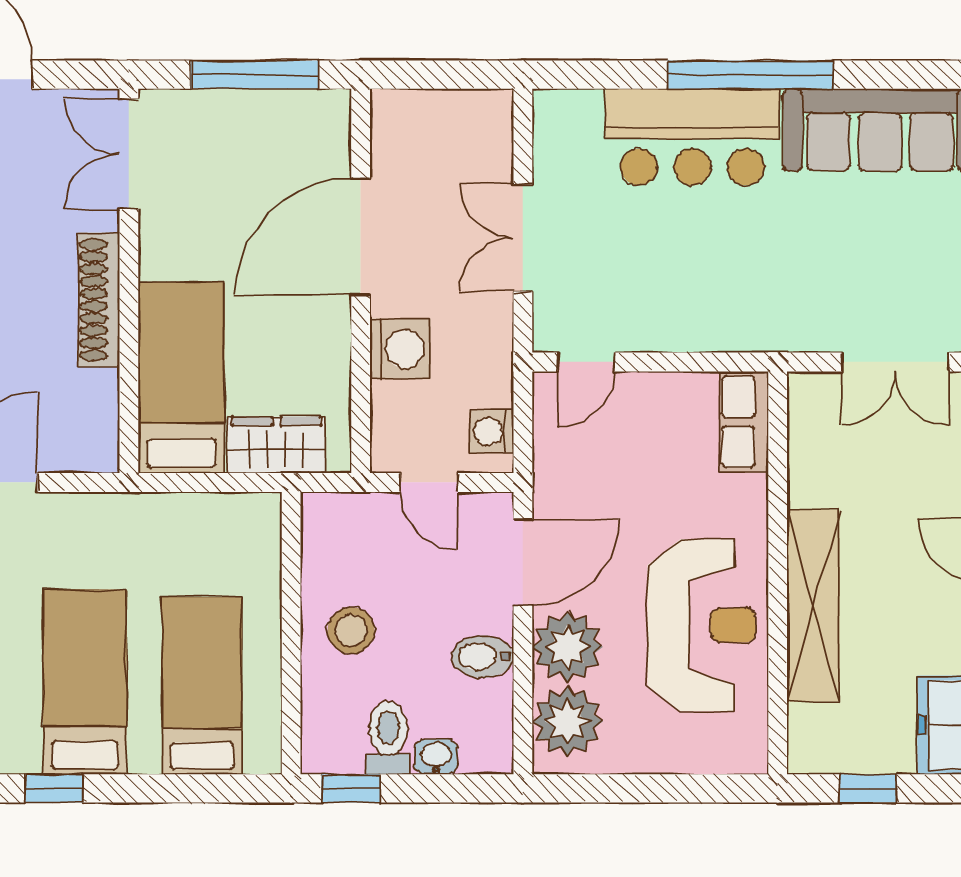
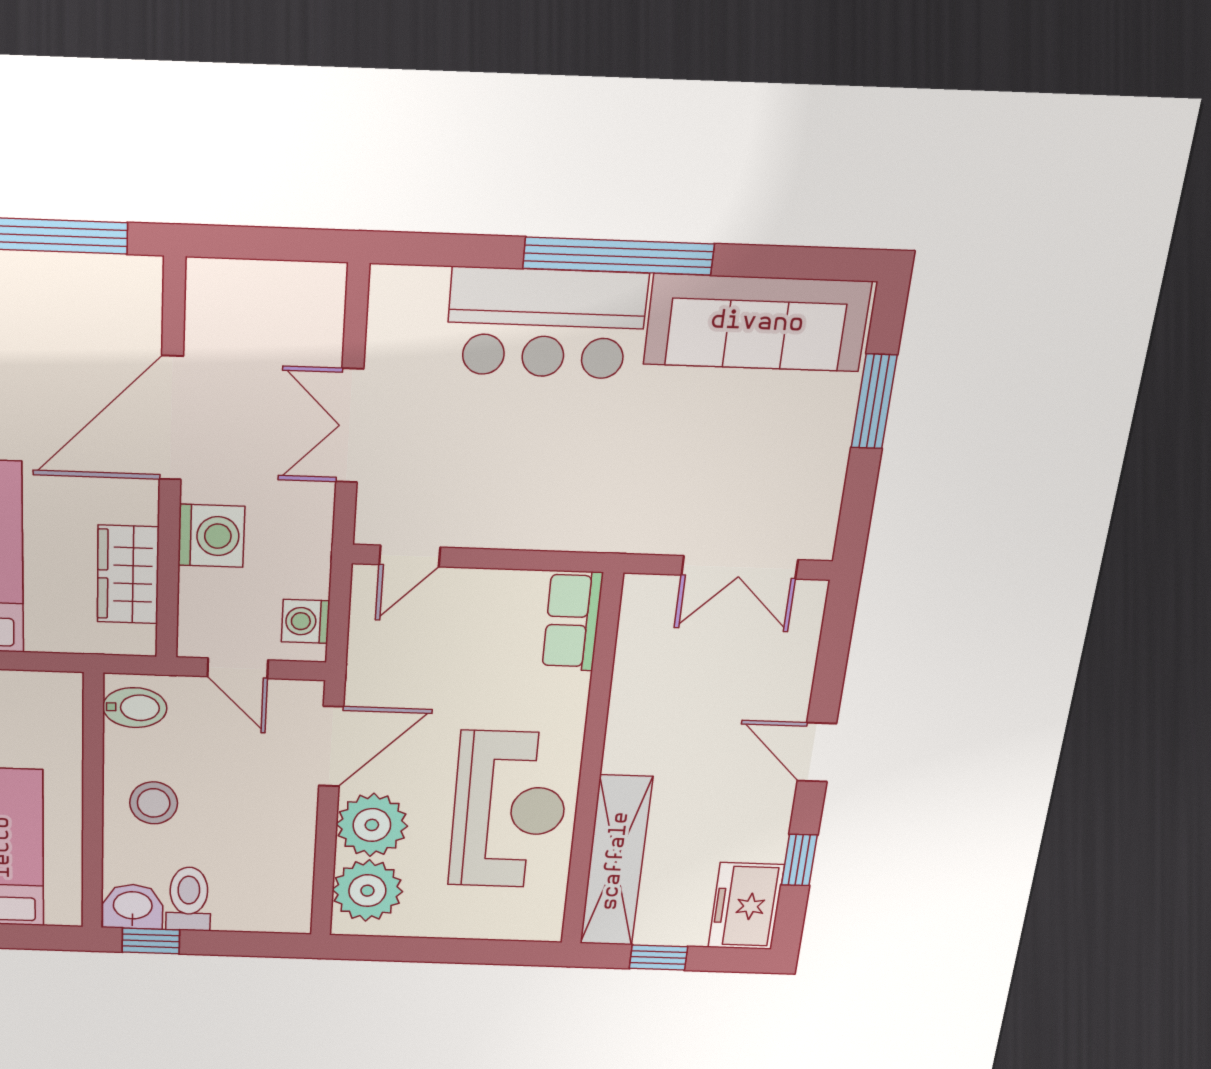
wardrobe: (276, 445) -> (128, 575), moved, turned -90
shelving: (813, 606) -> (616, 861), moved
bidet: (483, 657) -> (135, 708), moved, turned 180
washbasin: (436, 757) -> (133, 907), moved, width x1.38, depth x1.45

